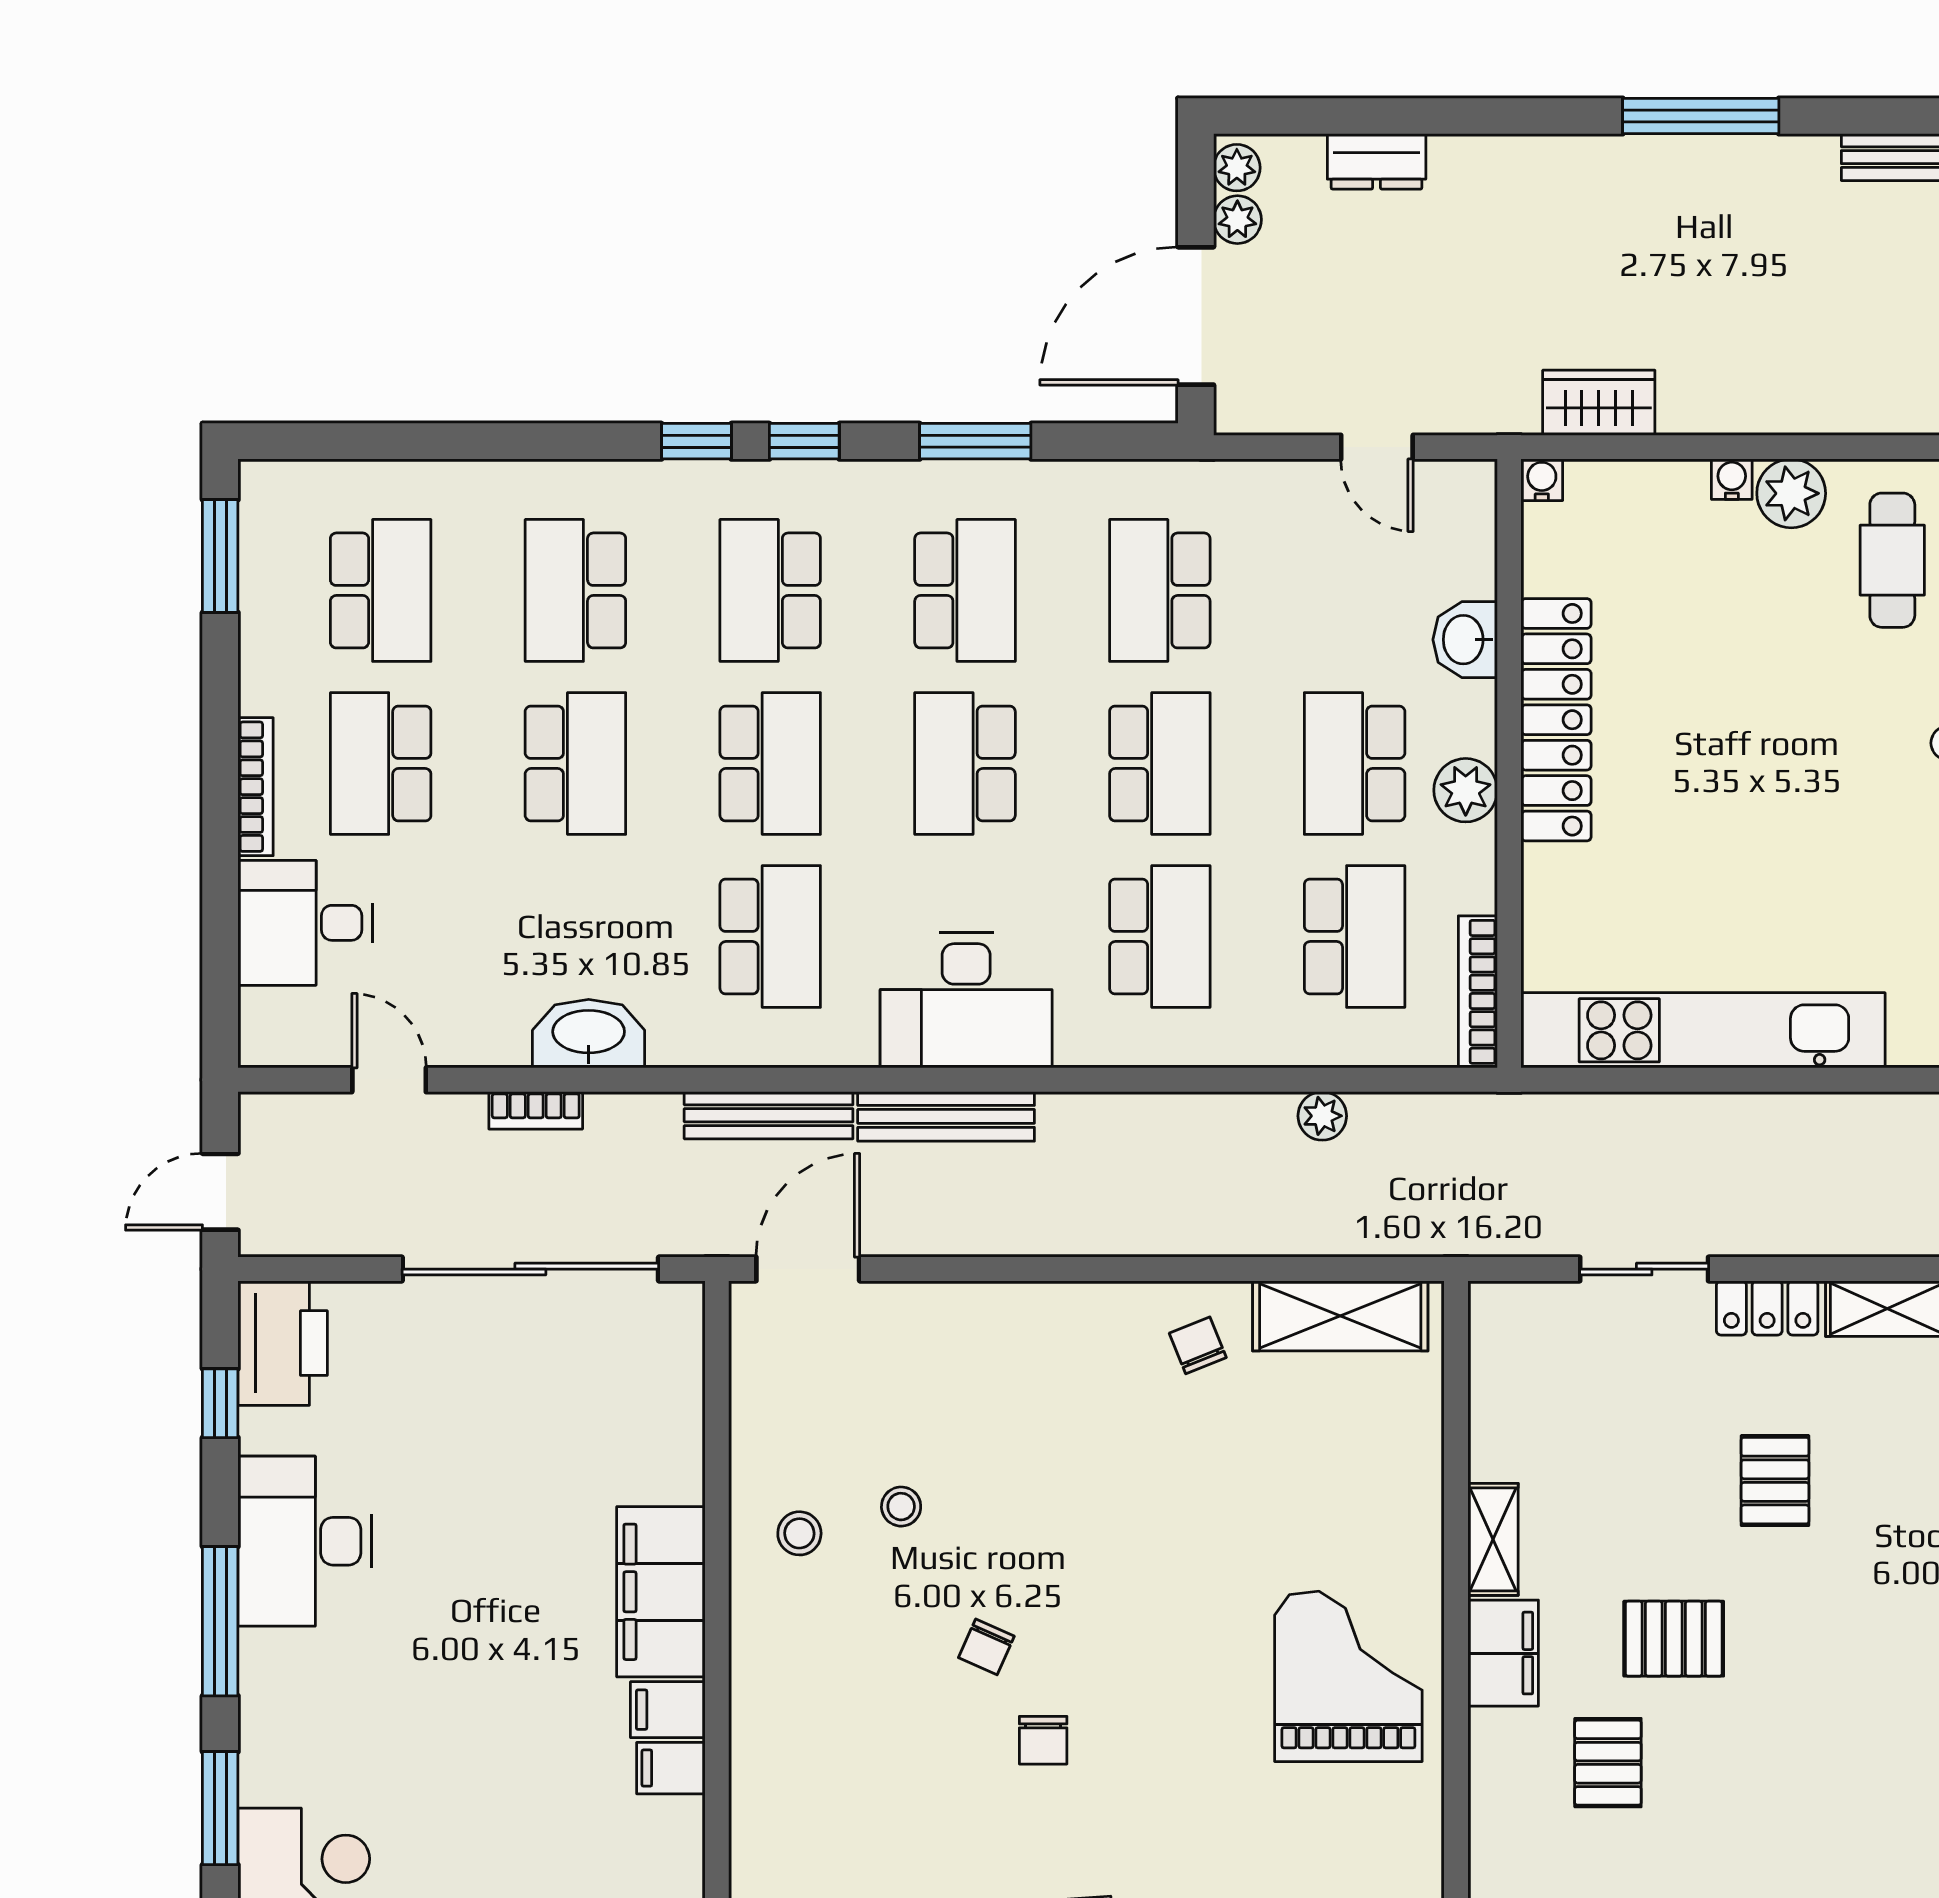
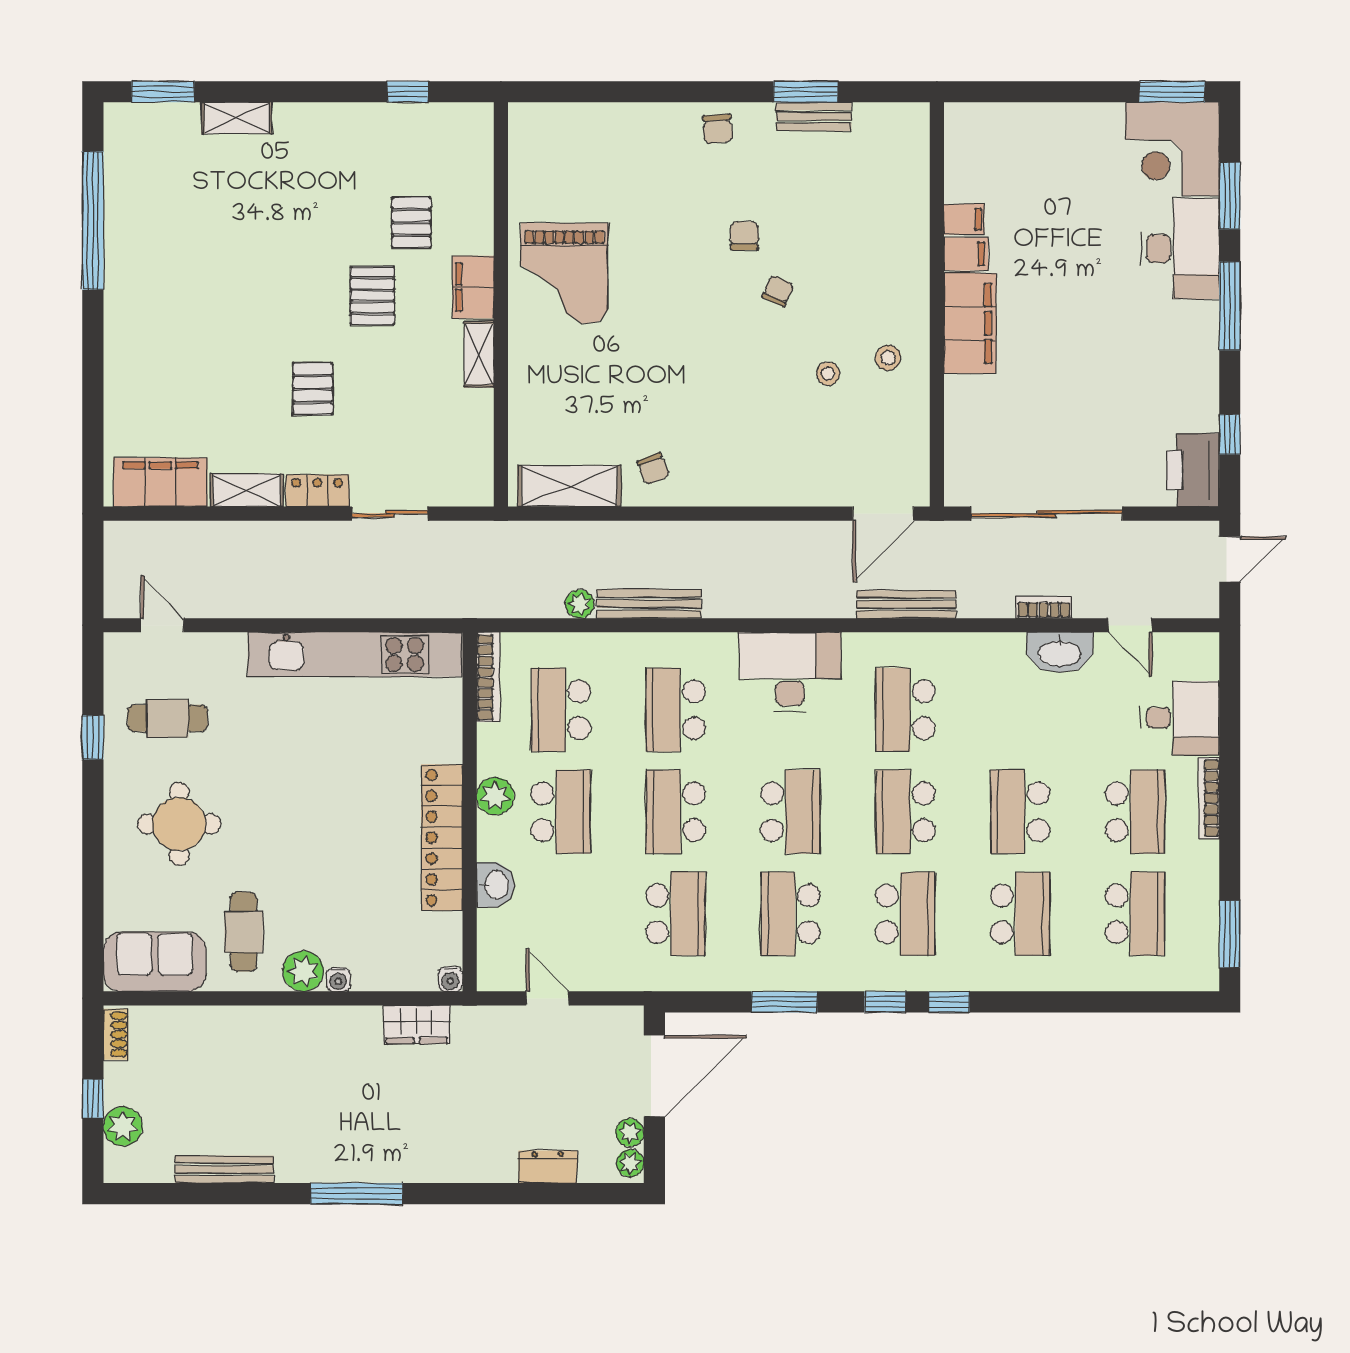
school desk: (381, 590) -> (1135, 914), turned 180
washbasin: (589, 1034) -> (1060, 652), moved
bench: (946, 1116) -> (649, 604), moved
desk: (305, 1541) -> (1180, 249), moved
pallet: (1674, 1639) -> (372, 296), turned 90

